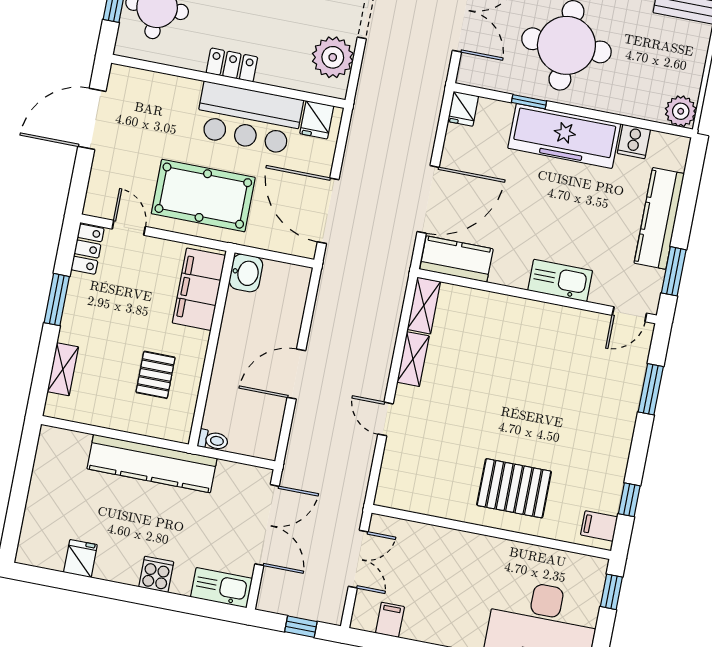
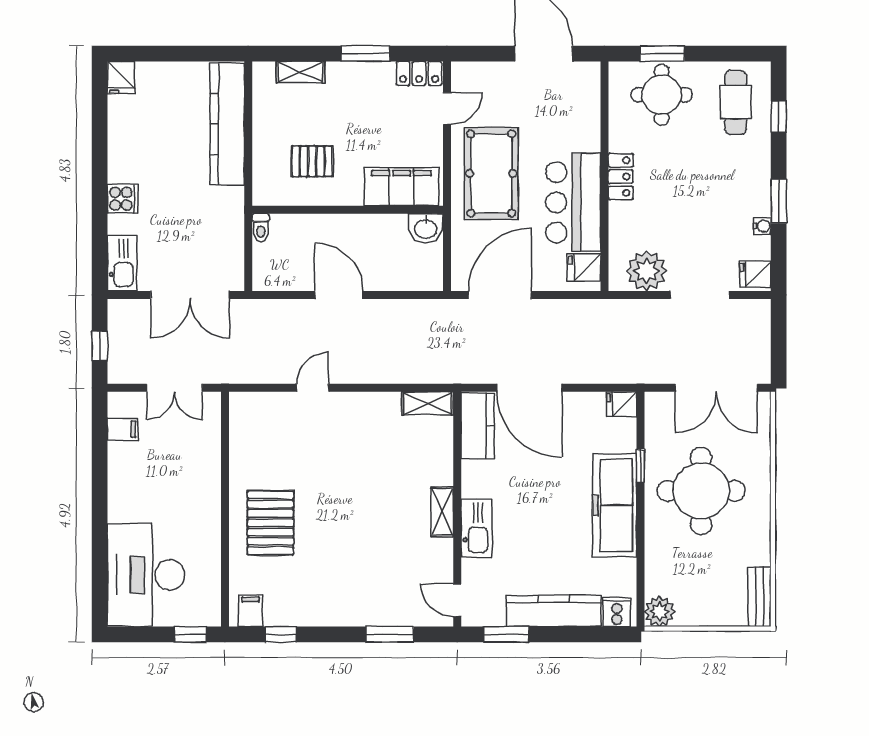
cooker: (634, 141) -> (617, 612), moved, turned 90
shelving: (413, 359) -> (442, 512), moved, turned 90
kitchen counter: (152, 464) -> (227, 124), moved
fridge: (80, 559) -> (121, 78), moved, turned 90

